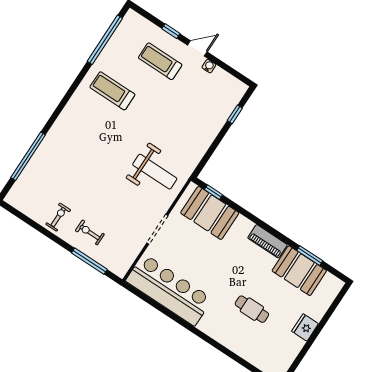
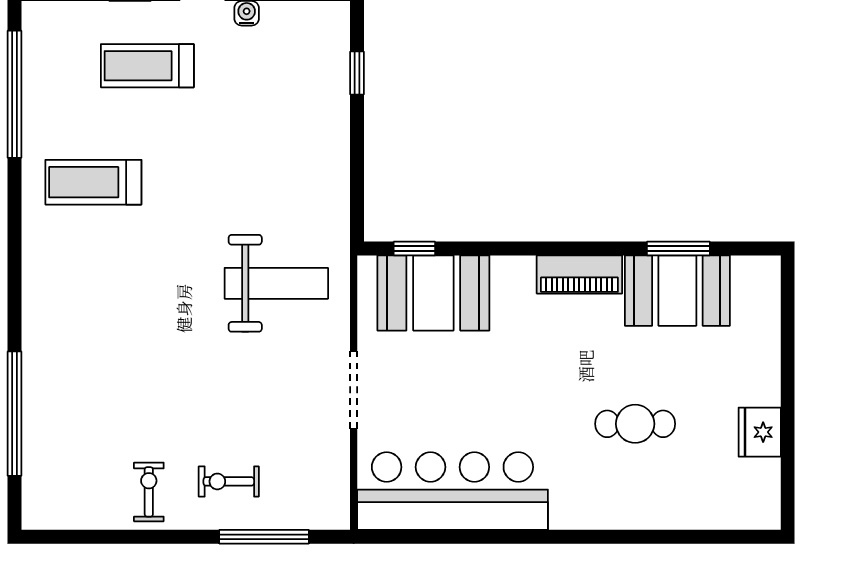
fridge: (305, 327) -> (760, 432), moved

